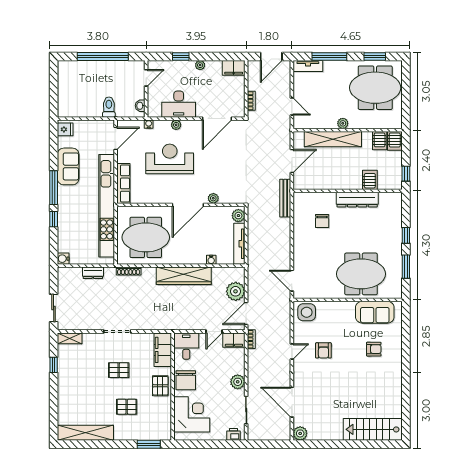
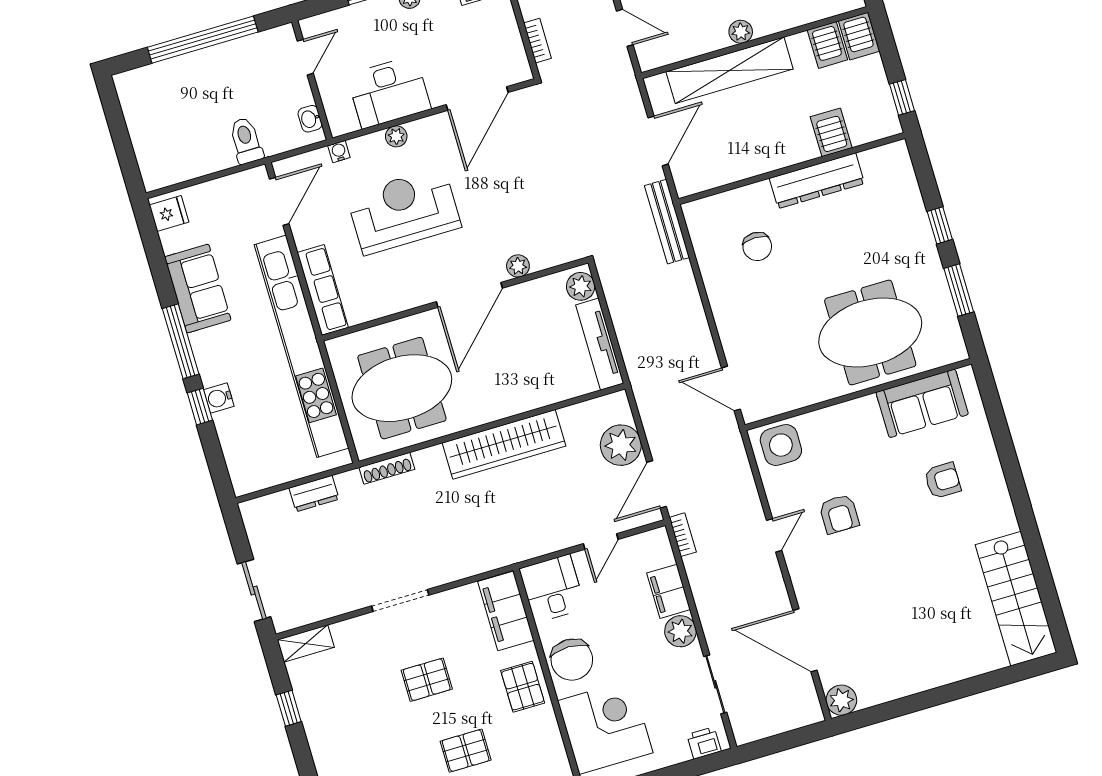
water cooler: (63, 259) -> (219, 398), moved
water cooler: (211, 260) -> (551, 395), removed
filing cabinet: (234, 340) -> (669, 591), moved, turned 90
stairs: (373, 429) -> (1016, 599), moved, turned -90

